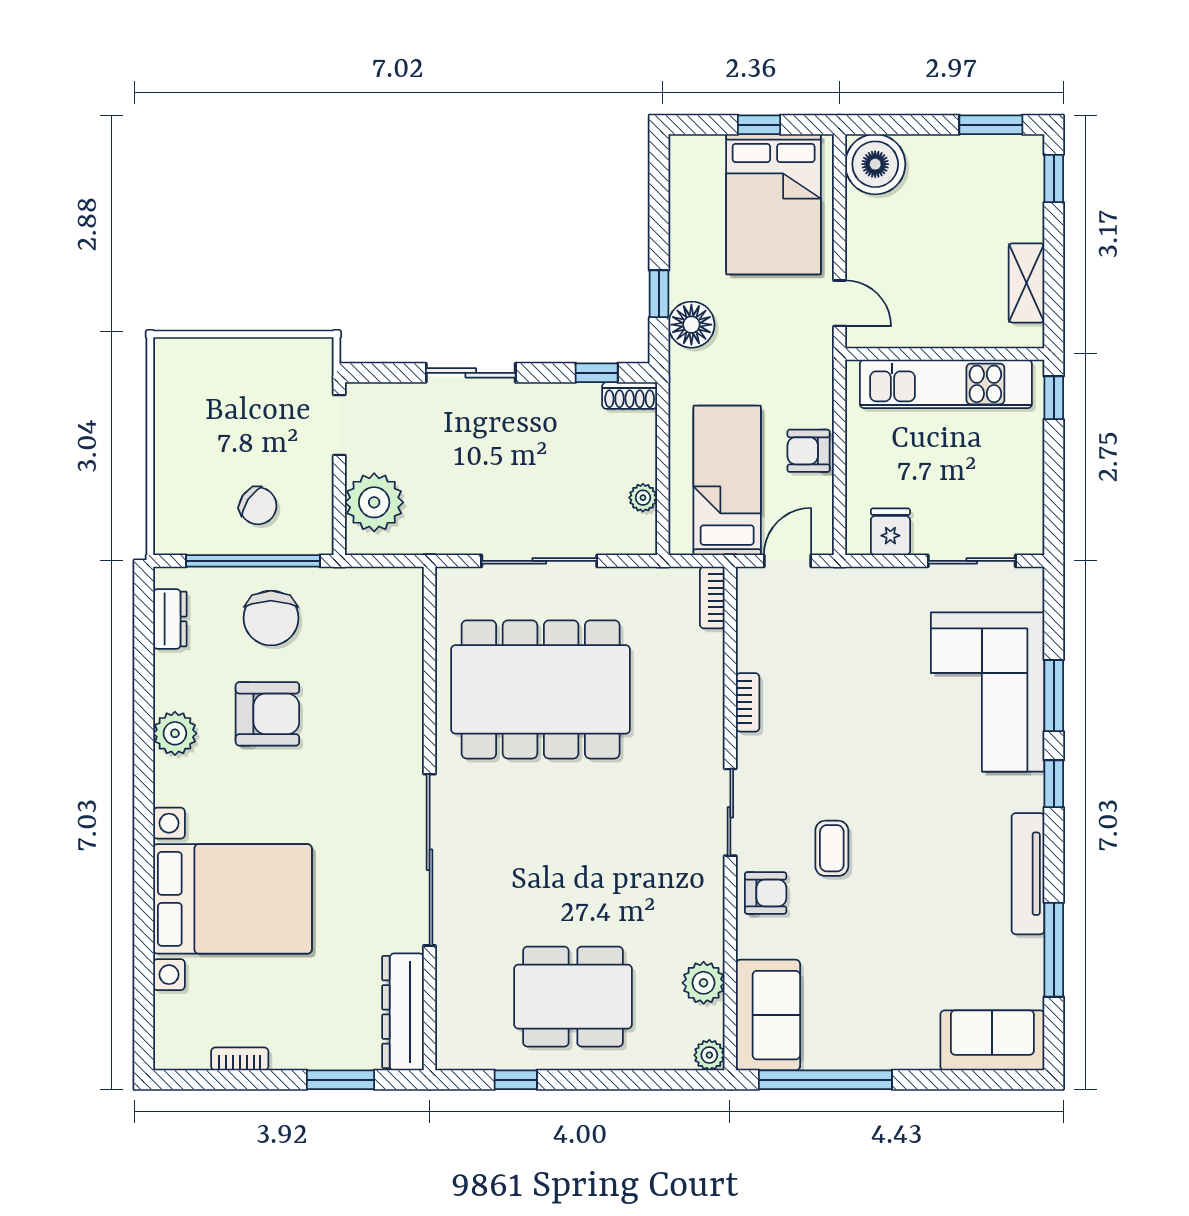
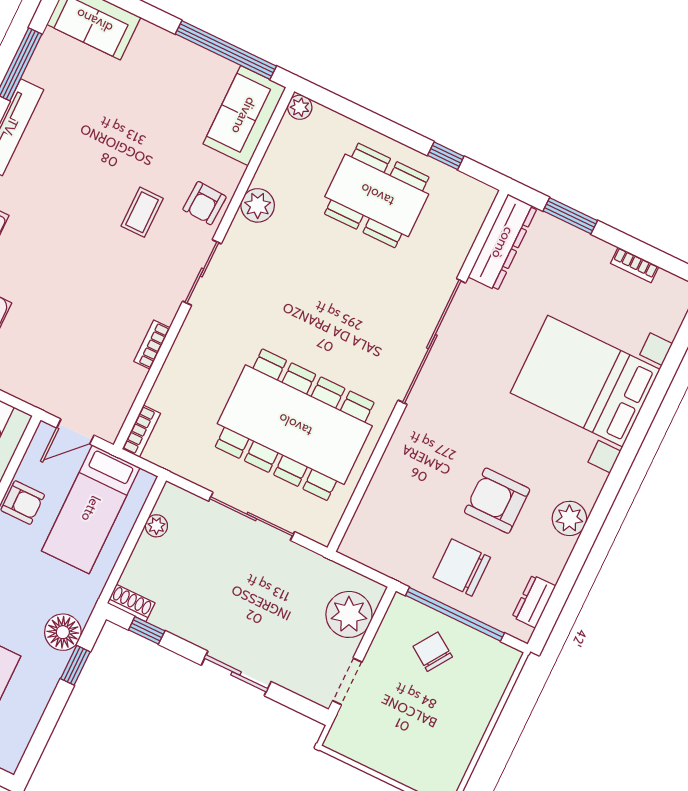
chair: (271, 618) -> (462, 568), turned -90
armchair: (766, 893) -> (204, 203), turned -87
plant: (704, 983) -> (258, 205), moved

